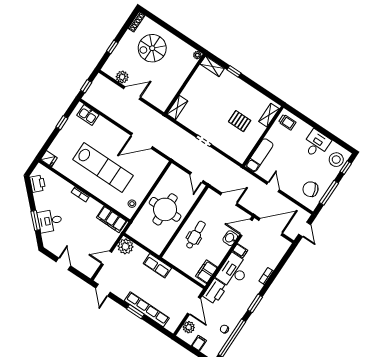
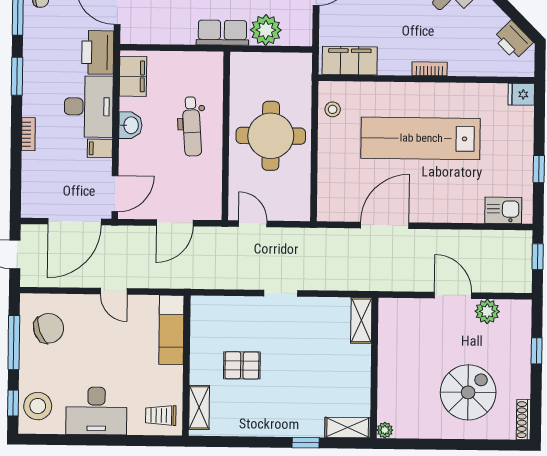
door: (132, 93) -> (453, 295), swing flipped
desk: (316, 144) -> (96, 411), width x1.37
washbasin: (230, 238) -> (130, 125), moved
plant: (125, 246) -> (266, 30), moved

